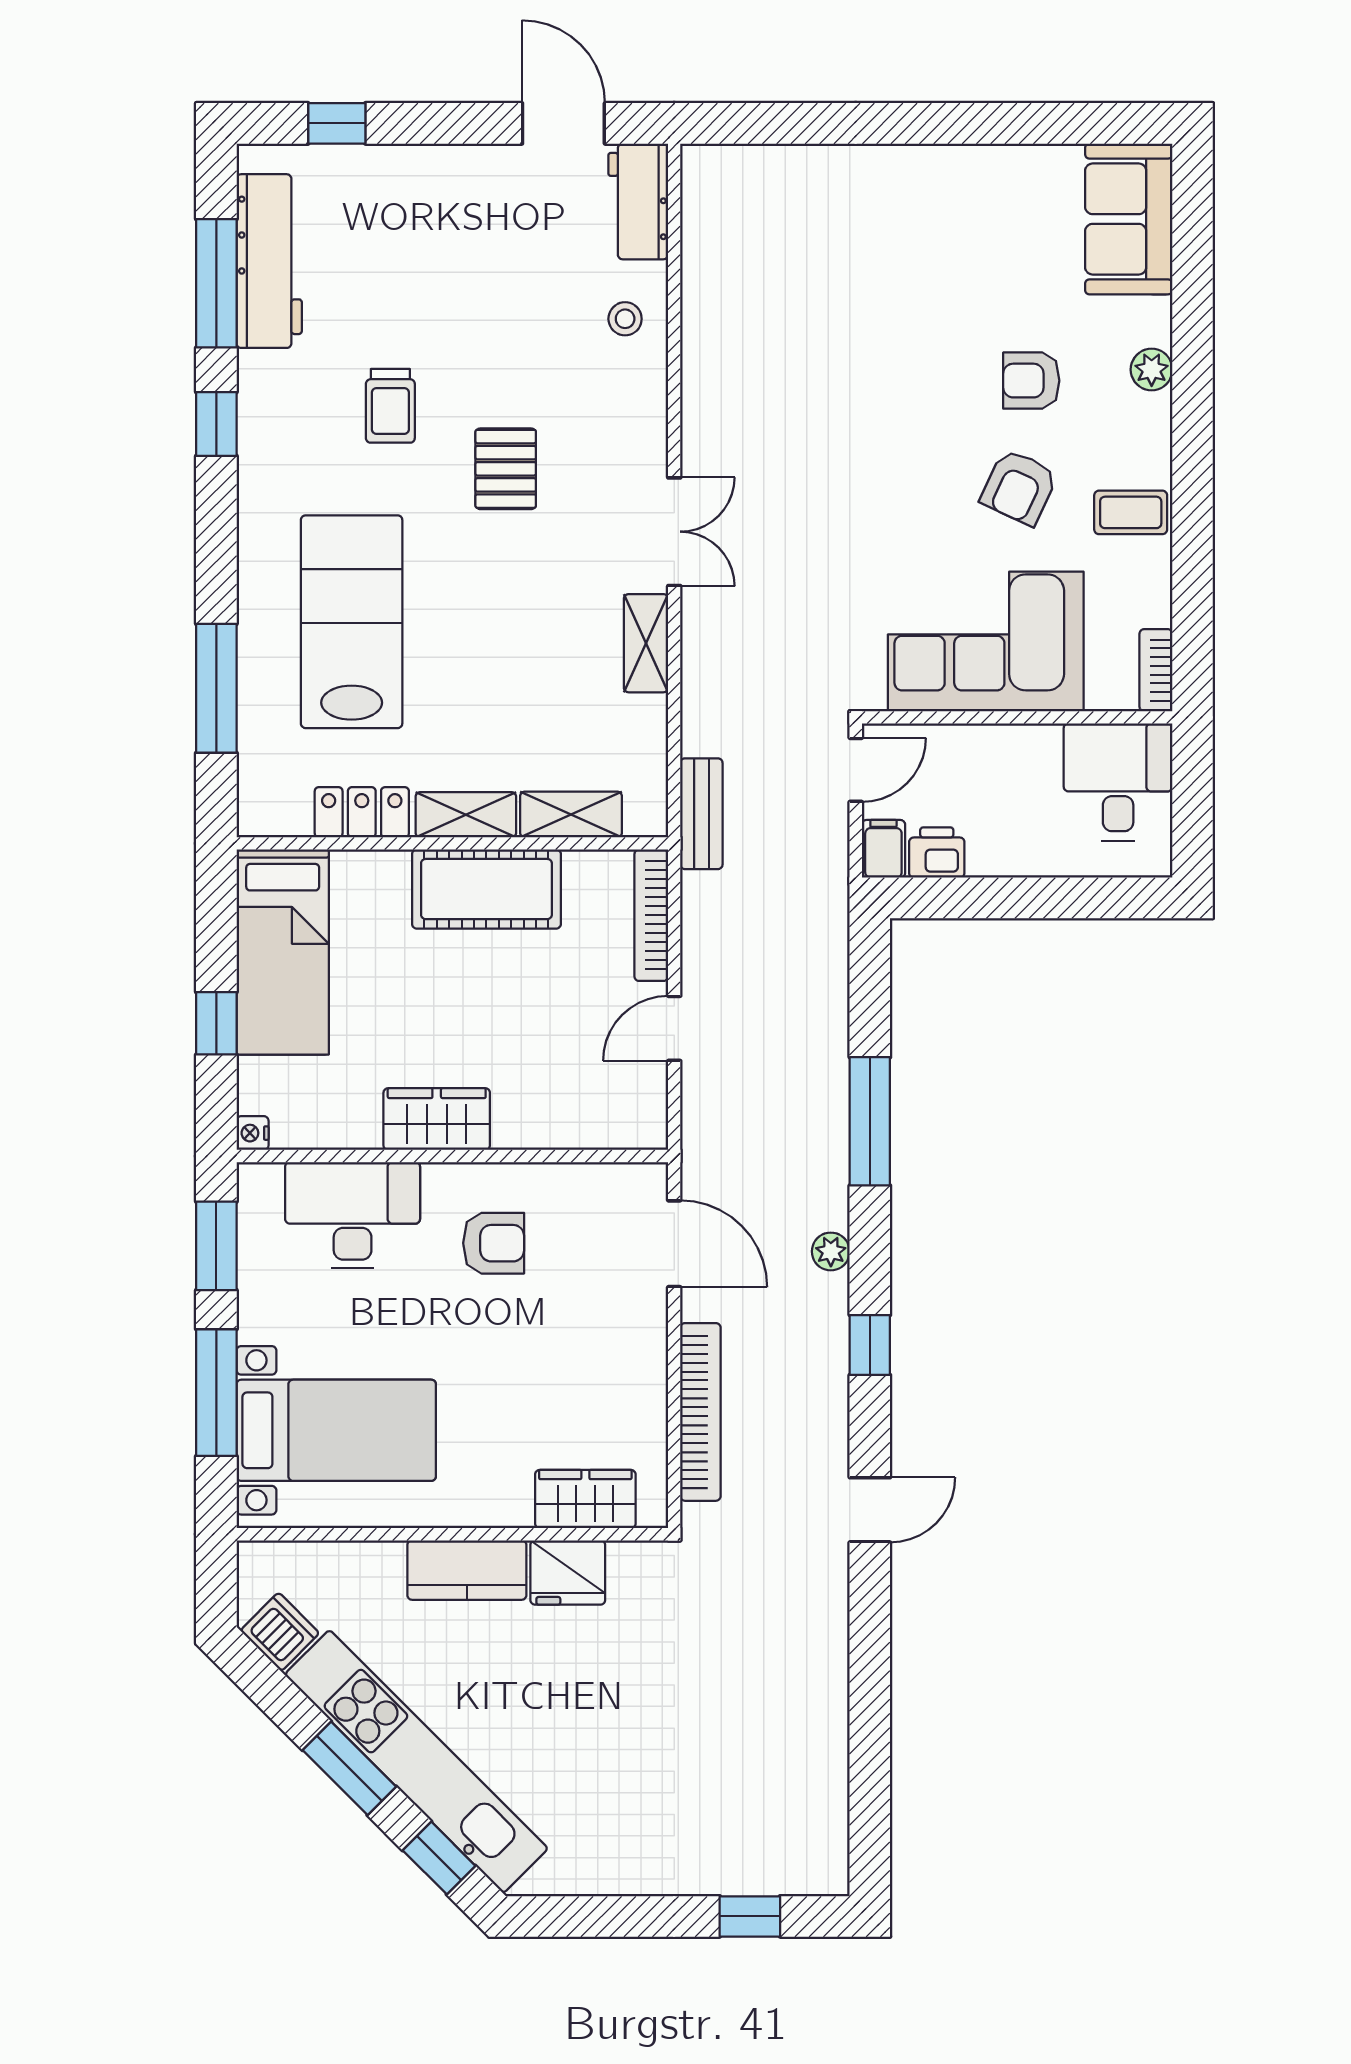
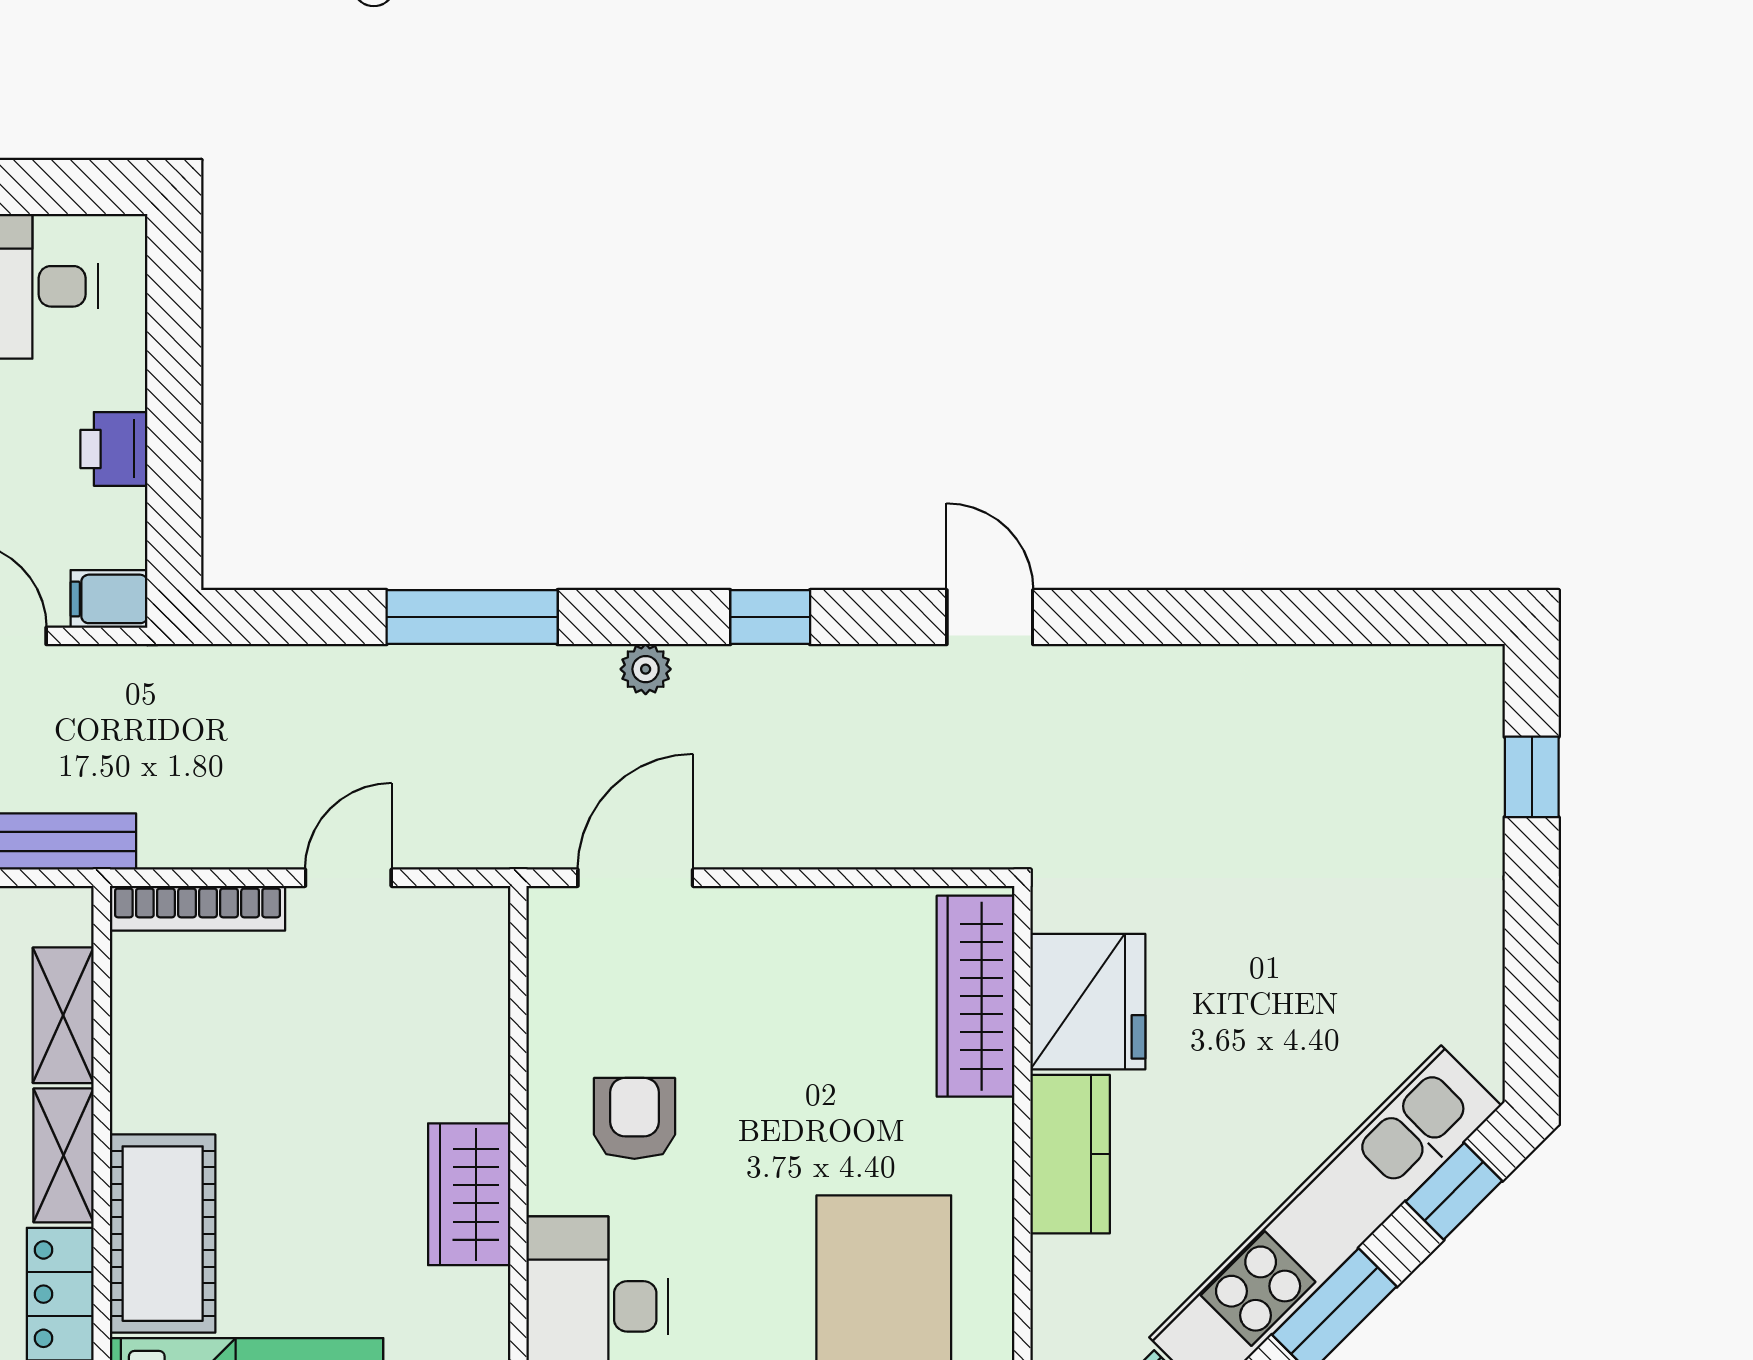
printer: (937, 853) -> (114, 449), moved
cot: (486, 889) -> (163, 1234), moved
door: (674, 1028) -> (348, 878), swing flipped
bookcase: (700, 1412) -> (859, 843), removed
wardrobe: (585, 1499) -> (975, 996), width x1.50
fridge: (568, 1572) -> (1088, 1002), width x1.36, depth x1.34

